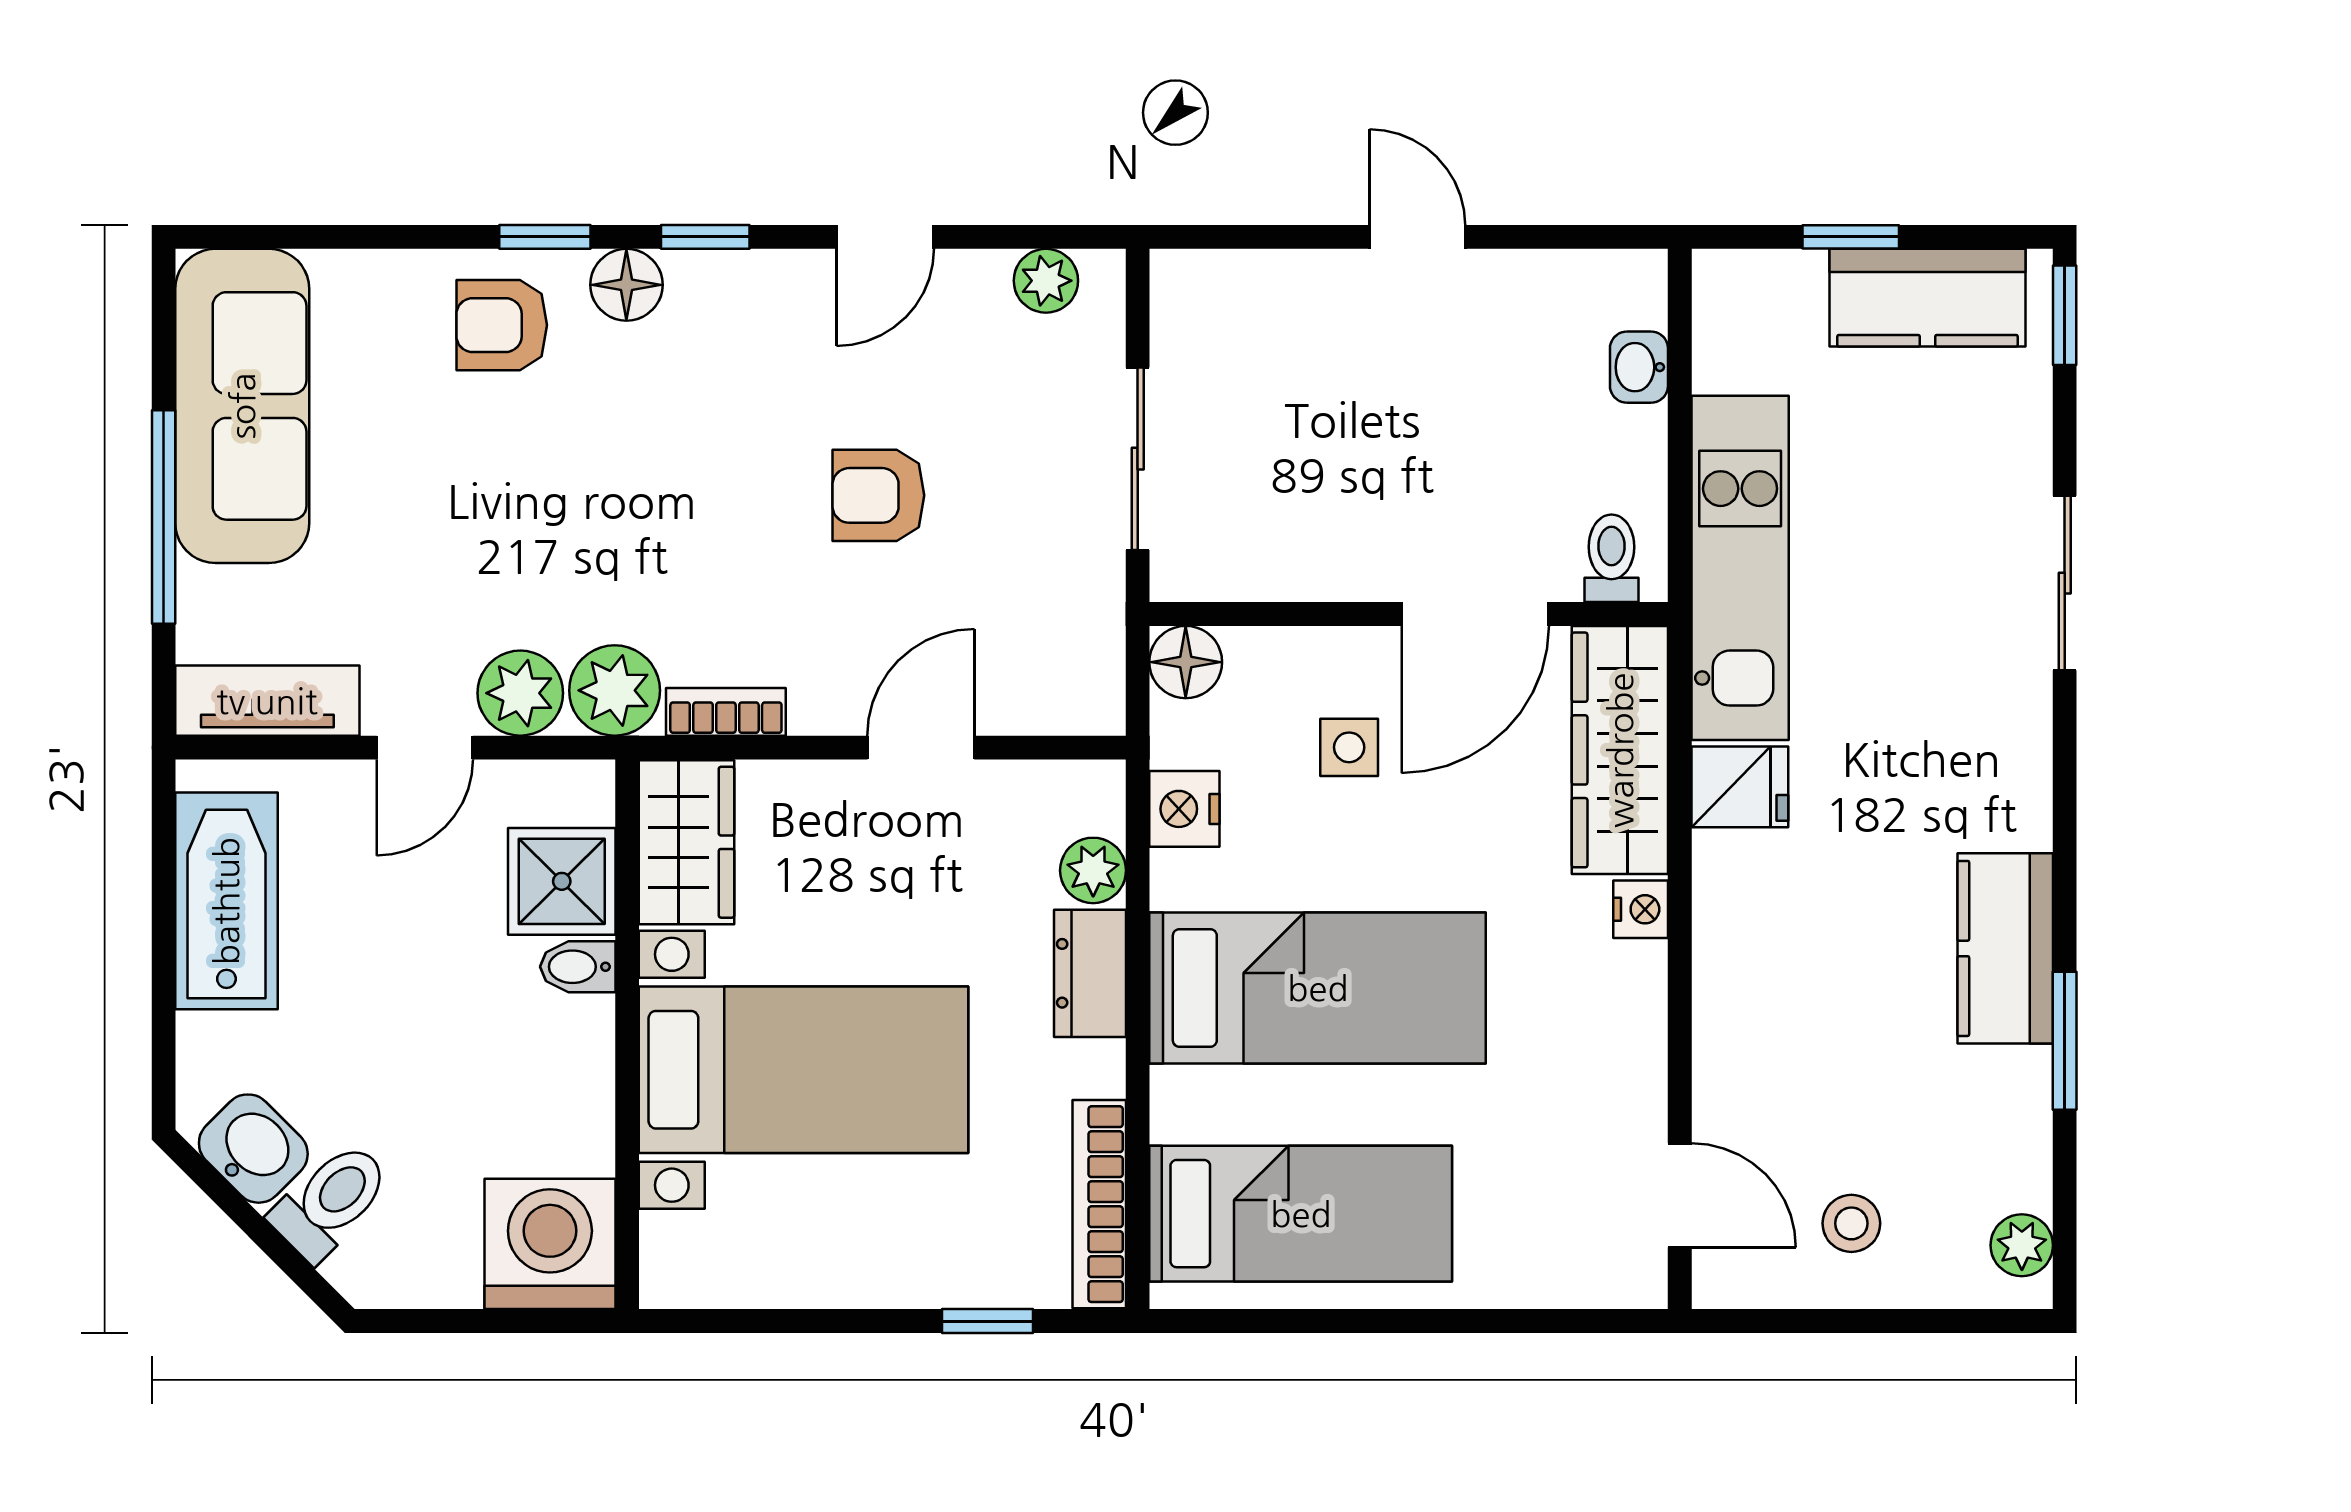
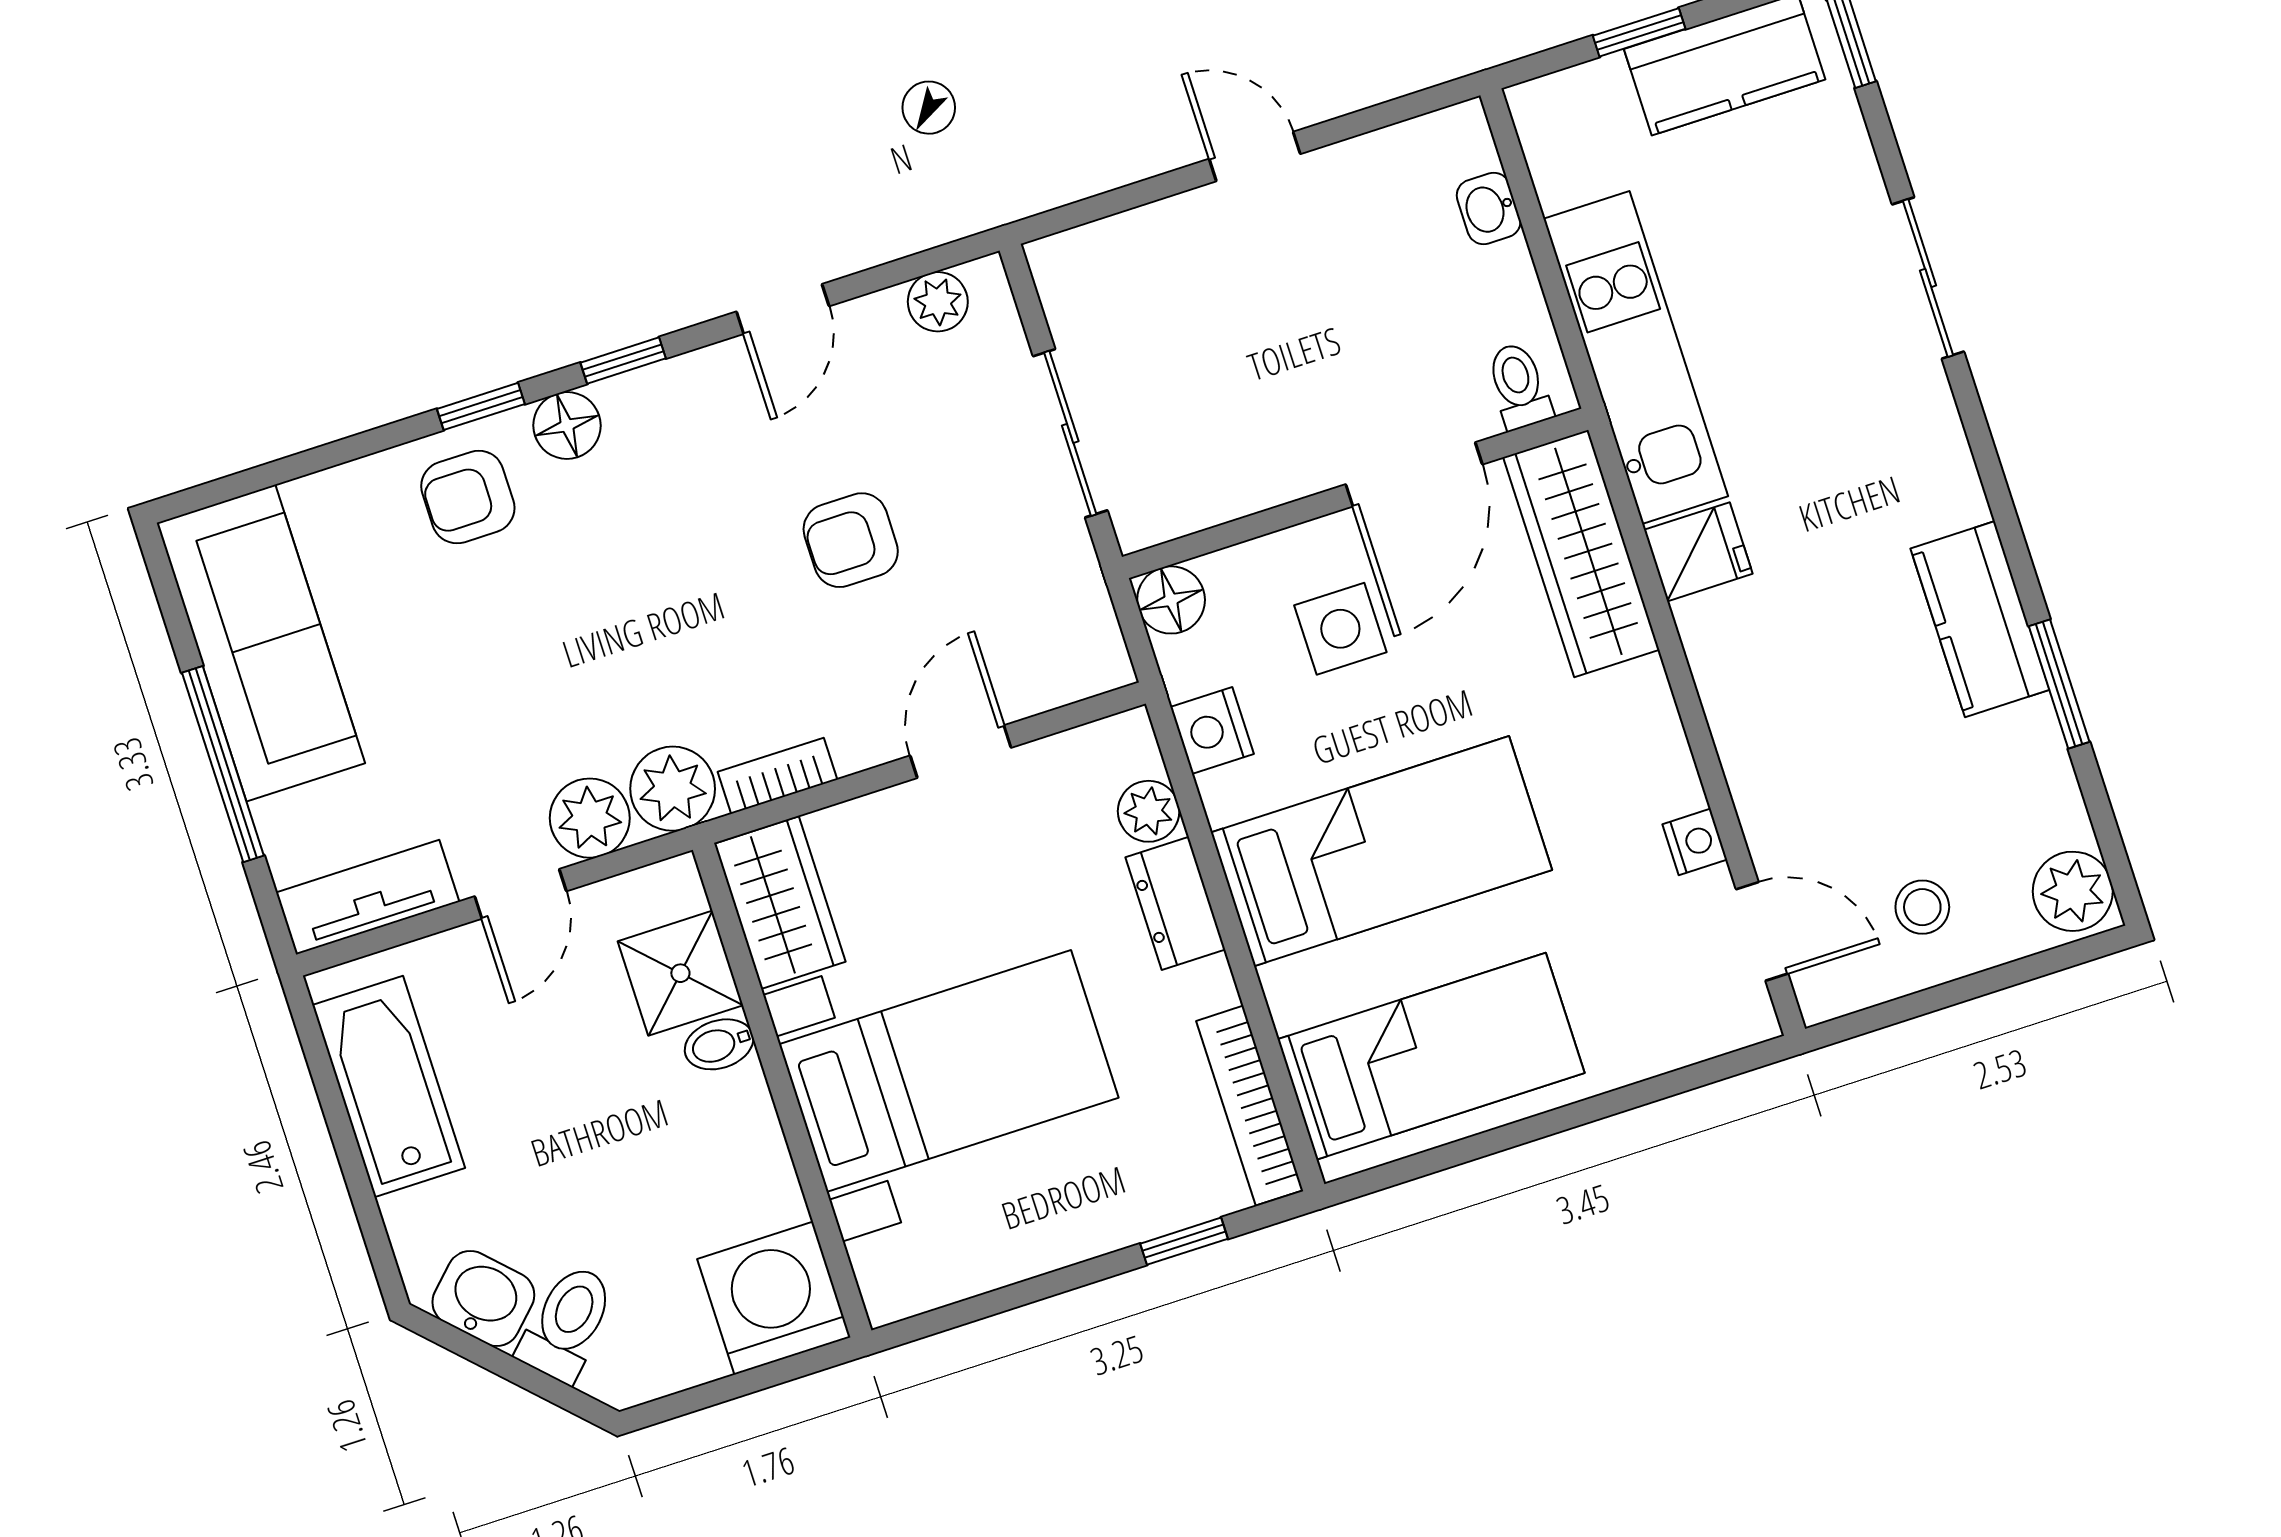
side table: (1349, 747) -> (1340, 629), width x1.37, depth x1.37
nightstand: (1641, 909) -> (1695, 842), moved
plant: (2022, 1245) -> (2073, 891), width x1.38, depth x1.38

